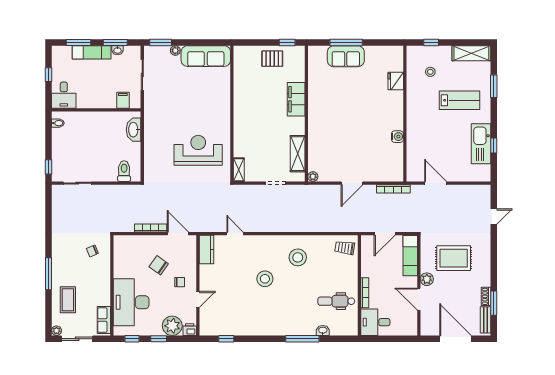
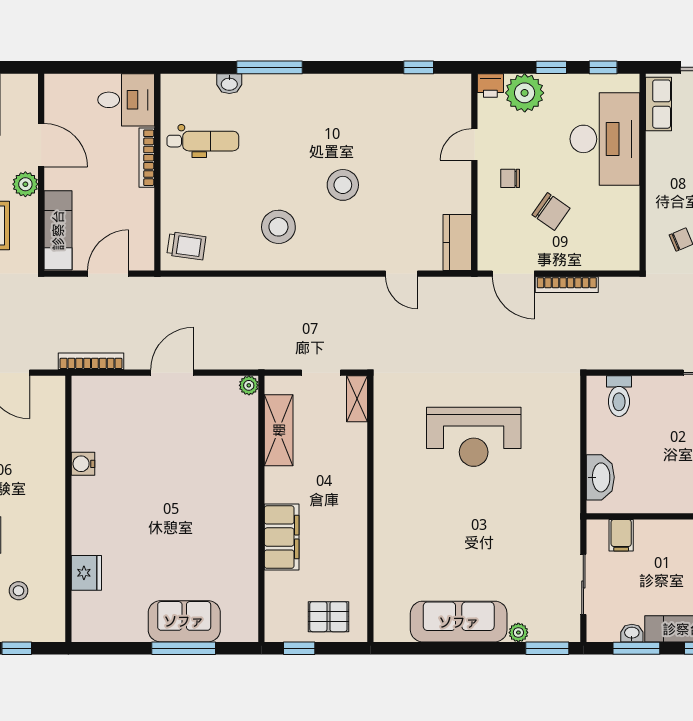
wall: (232, 114) -> (370, 509), moved
shelving: (239, 170) -> (357, 399), moved

